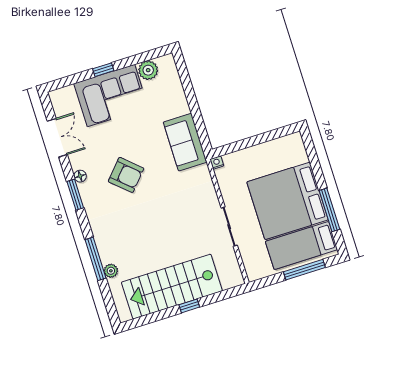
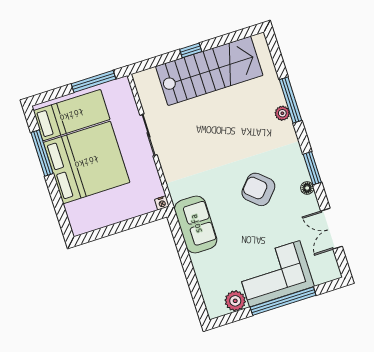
window: (103, 70) -> (283, 301), width x3.17
window: (304, 270) -> (94, 81), moved
plant: (111, 271) -> (282, 113), moved

